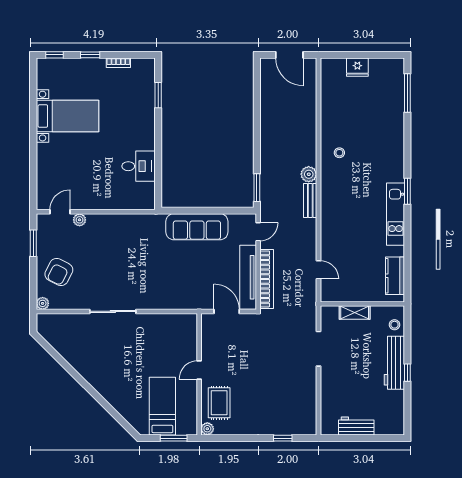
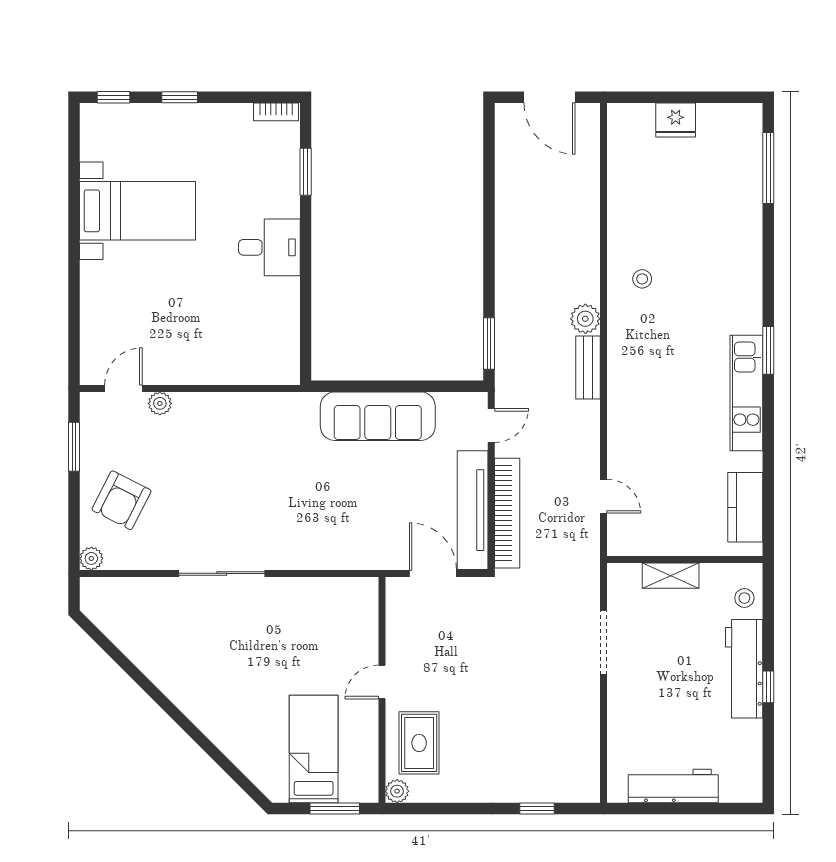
bookcase: (118, 63) -> (276, 112), moved
desk: (139, 166) -> (269, 247), moved
workbench: (356, 426) -> (673, 786), width x1.38

